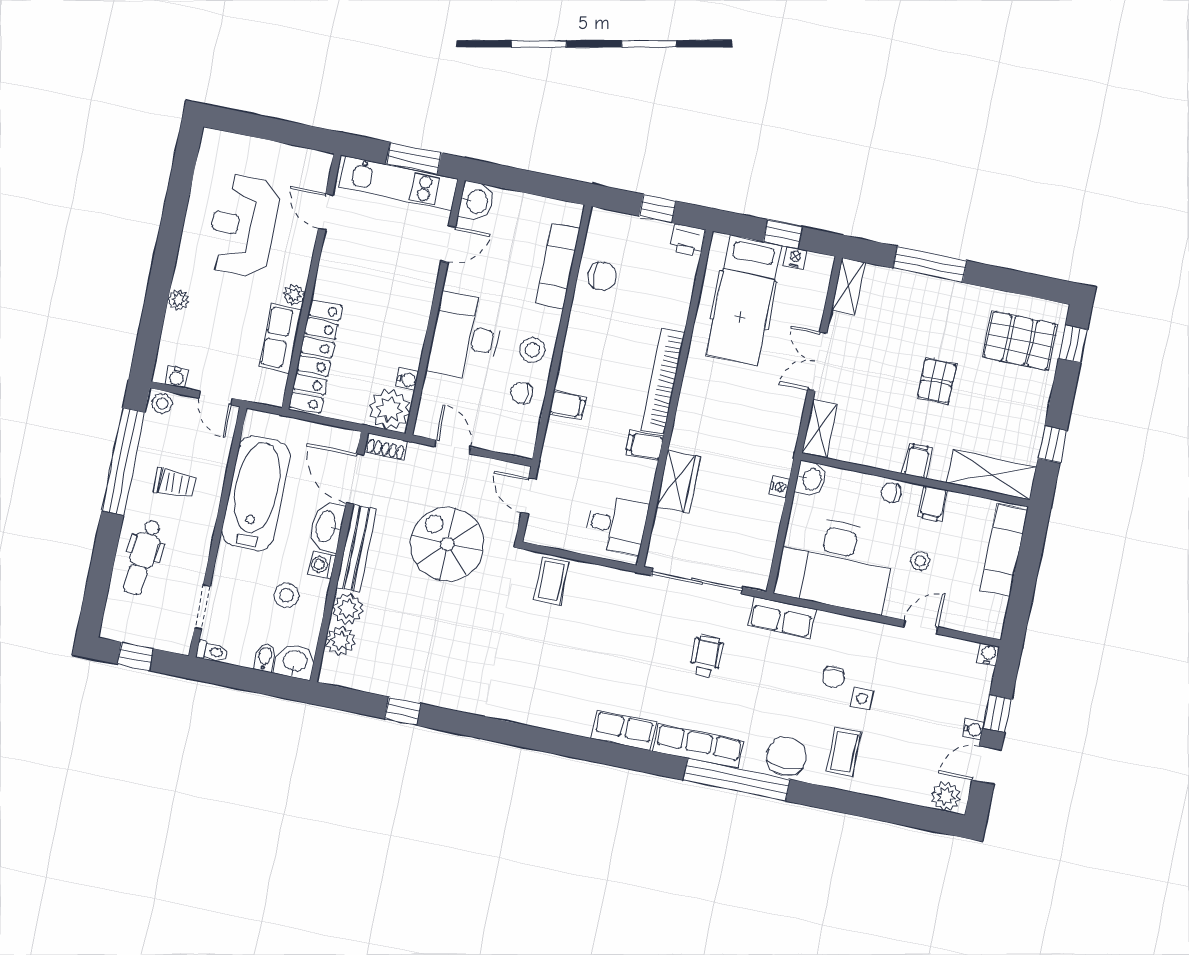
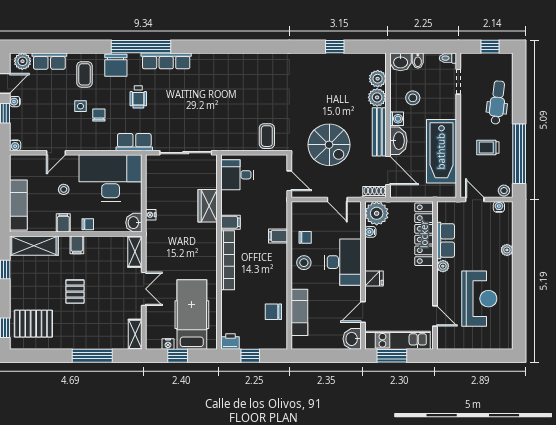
fridge: (417, 298) -> (374, 278), added
wheelchair: (706, 656) -> (138, 97), moved
row of seats: (624, 731) -> (49, 61), moved

